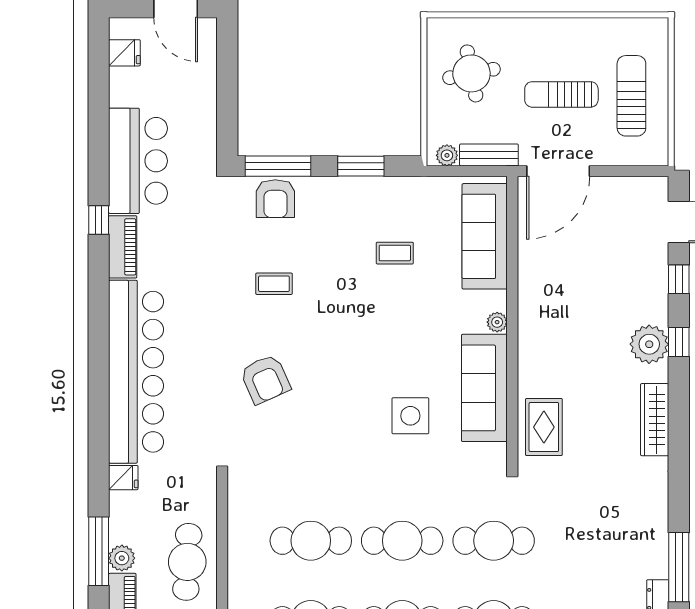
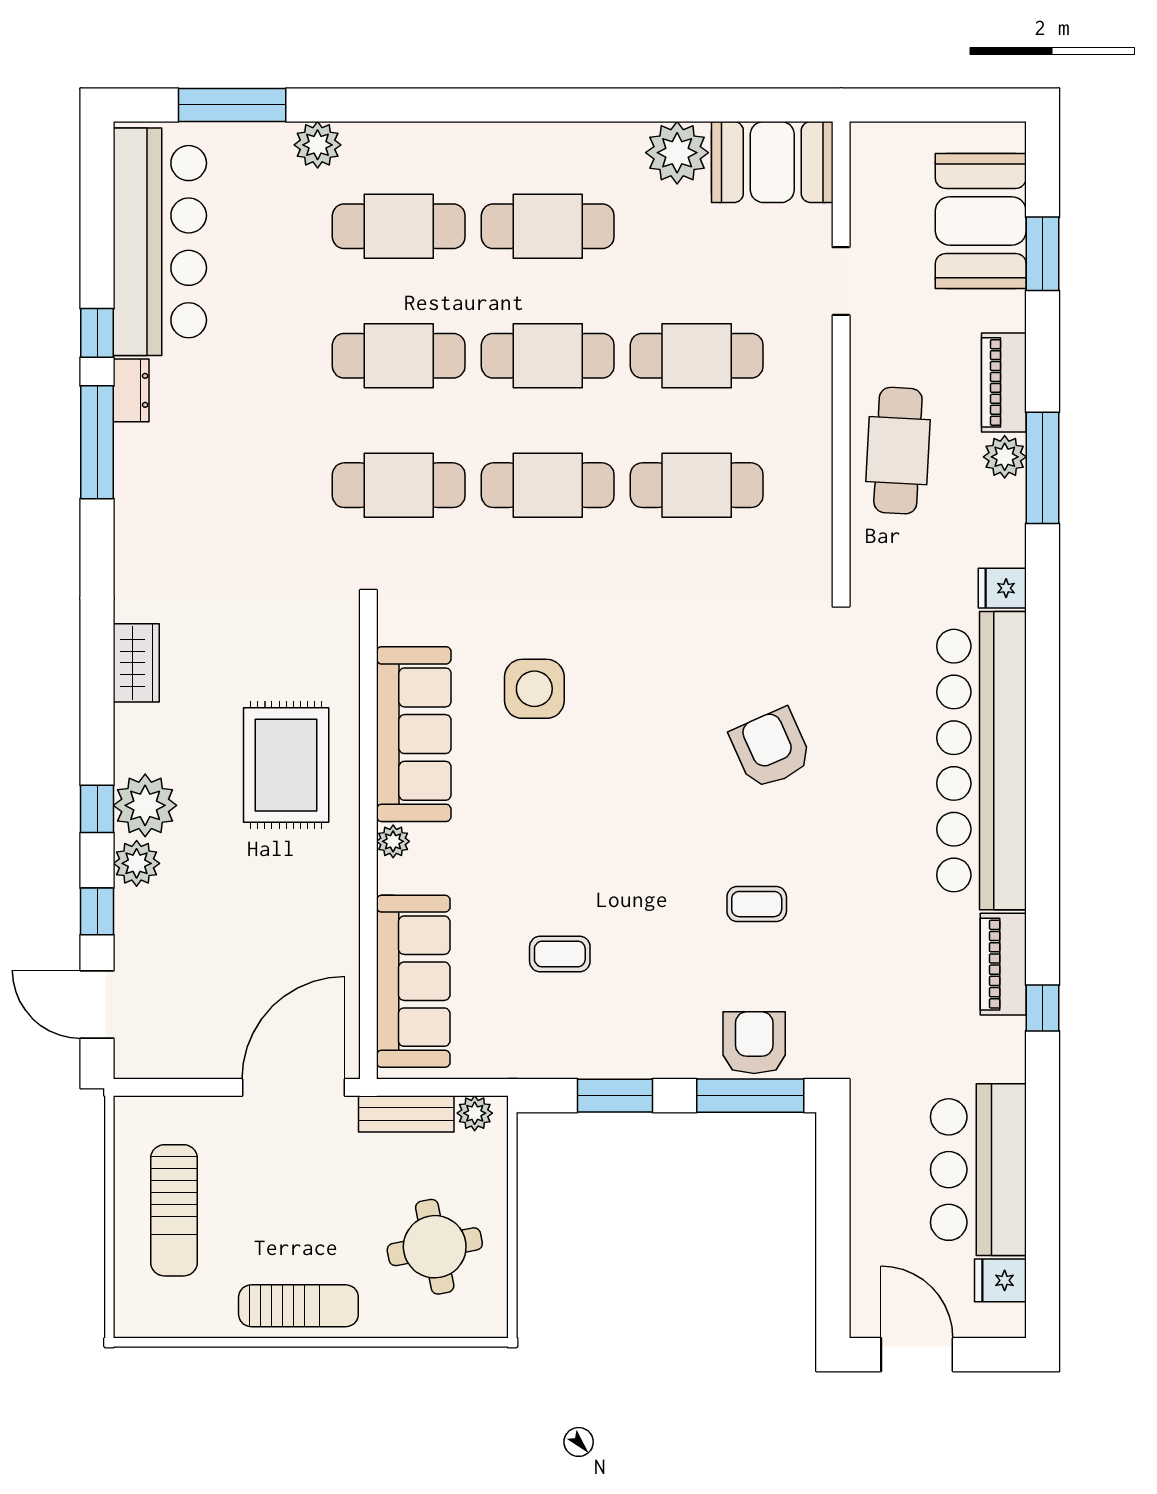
sun lounger: (561, 94) -> (298, 1306), moved
bar counter: (138, 161) -> (978, 1170), moved
plant: (654, 309) -> (137, 863), added
wardrobe: (655, 420) -> (136, 663), width x0.67
rug: (544, 427) -> (286, 765), moved, width x1.36, depth x1.43

